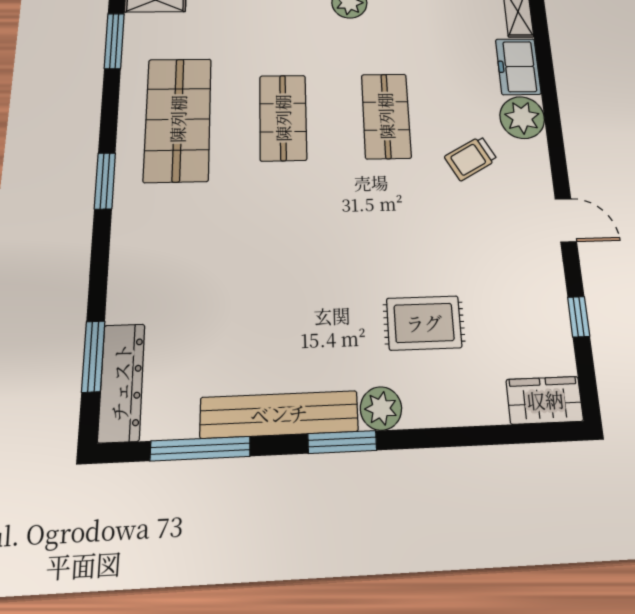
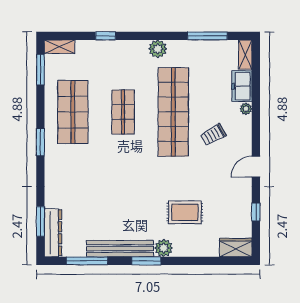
shop shelf: (386, 116) -> (173, 112), width x2.00, depth x1.36
plant: (522, 118) -> (246, 109), width x0.53, depth x0.53
door: (566, 220) -> (256, 167), swing flipped

